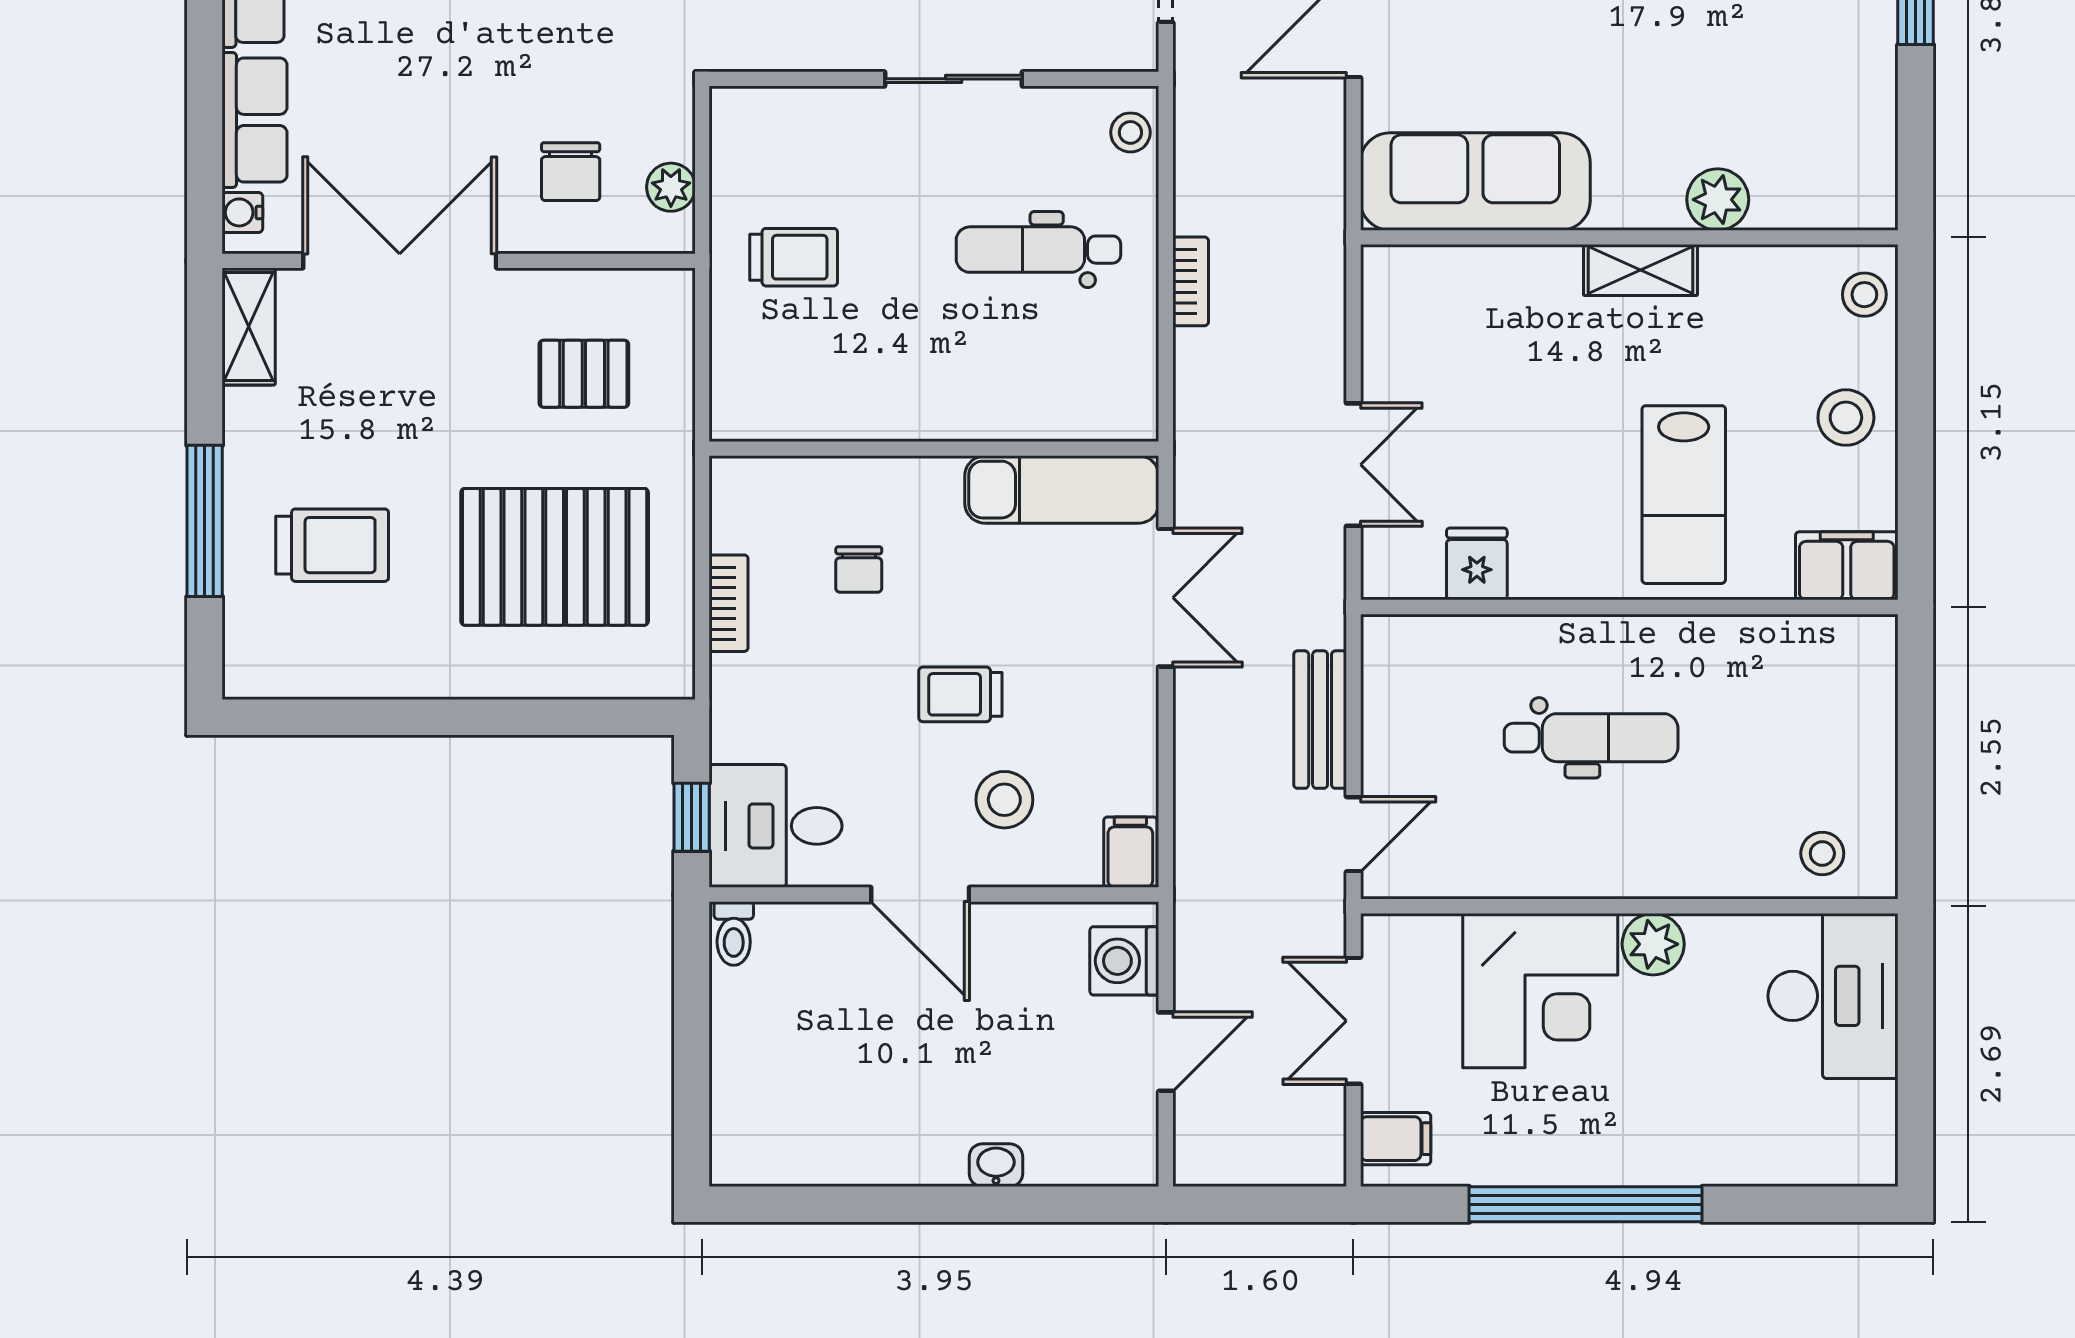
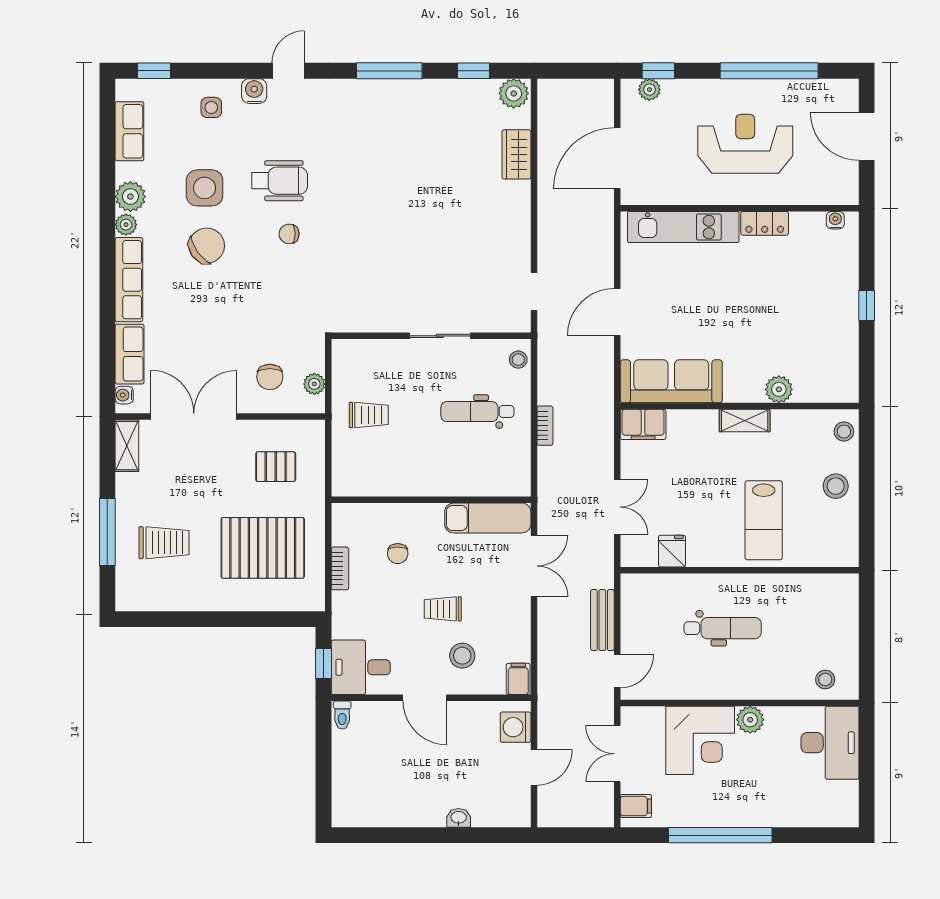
filing cabinet: (1847, 566) -> (643, 424), moved, turned 180

